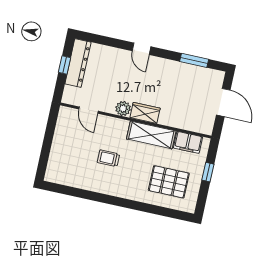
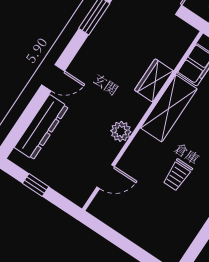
dresser: (78, 63) -> (41, 127), moved, turned 90
wardrobe: (145, 113) -> (154, 80), moved

